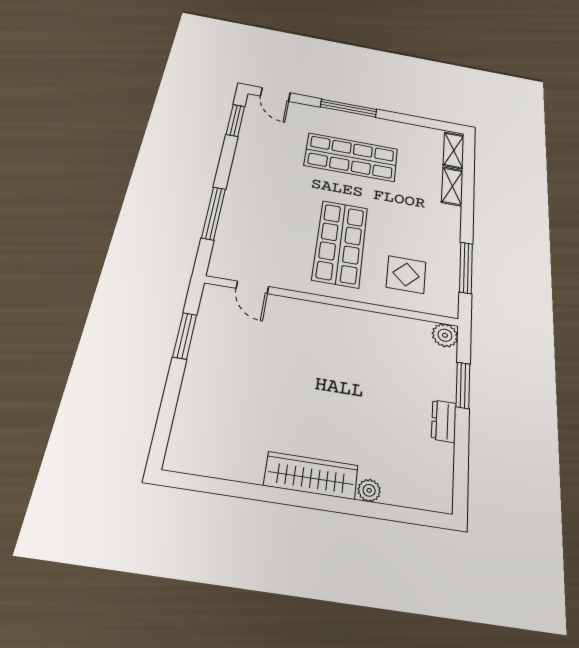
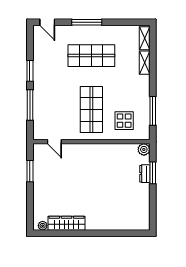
window: (235, 120) -> (30, 71), moved
dresser: (444, 421) -> (145, 174), moved
wardrobe: (311, 475) -> (66, 223), moved
plant: (369, 490) -> (43, 226), moved

